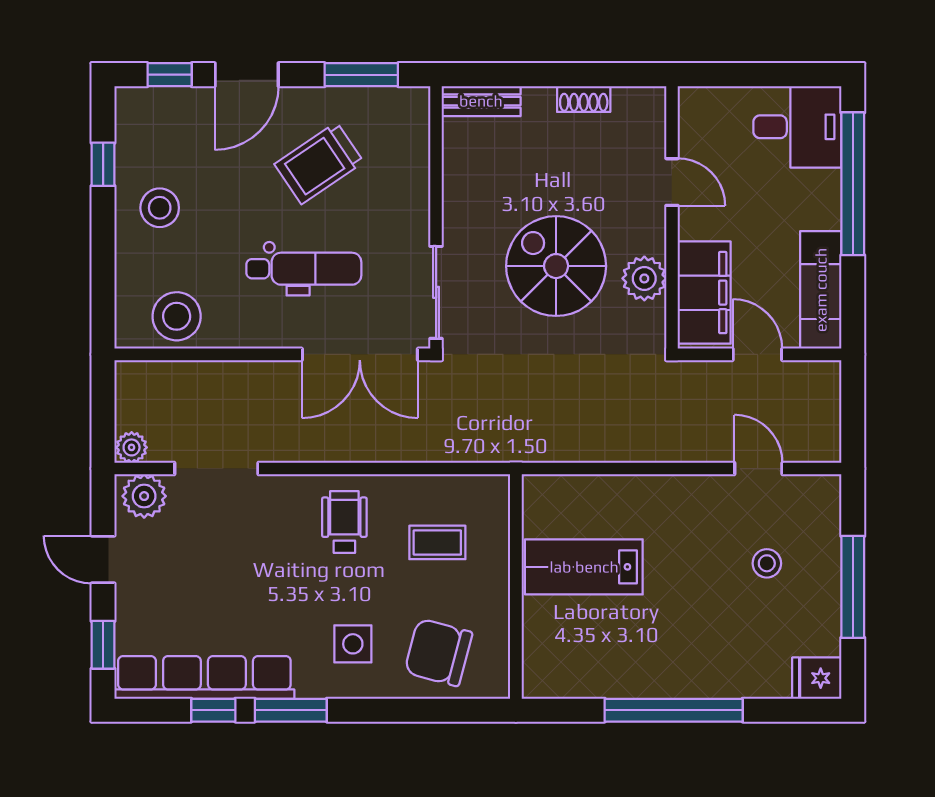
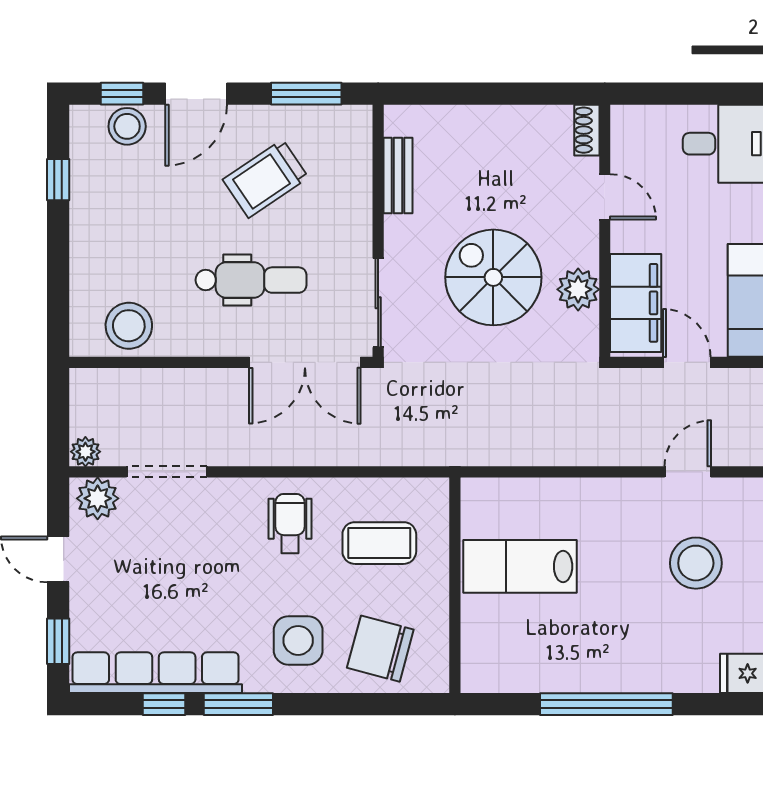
shoe rack: (584, 99) -> (587, 130), moved, turned 90
bench: (481, 101) -> (398, 176), moved, turned 90
stool: (160, 208) -> (127, 126), moved
door: (758, 469) -> (688, 472), hinge flipped
coffee table: (437, 542) -> (379, 543), width x1.36, depth x1.30
stool: (767, 563) -> (696, 563), width x1.89, depth x1.89
side table: (353, 644) -> (298, 640), width x1.37, depth x1.37

